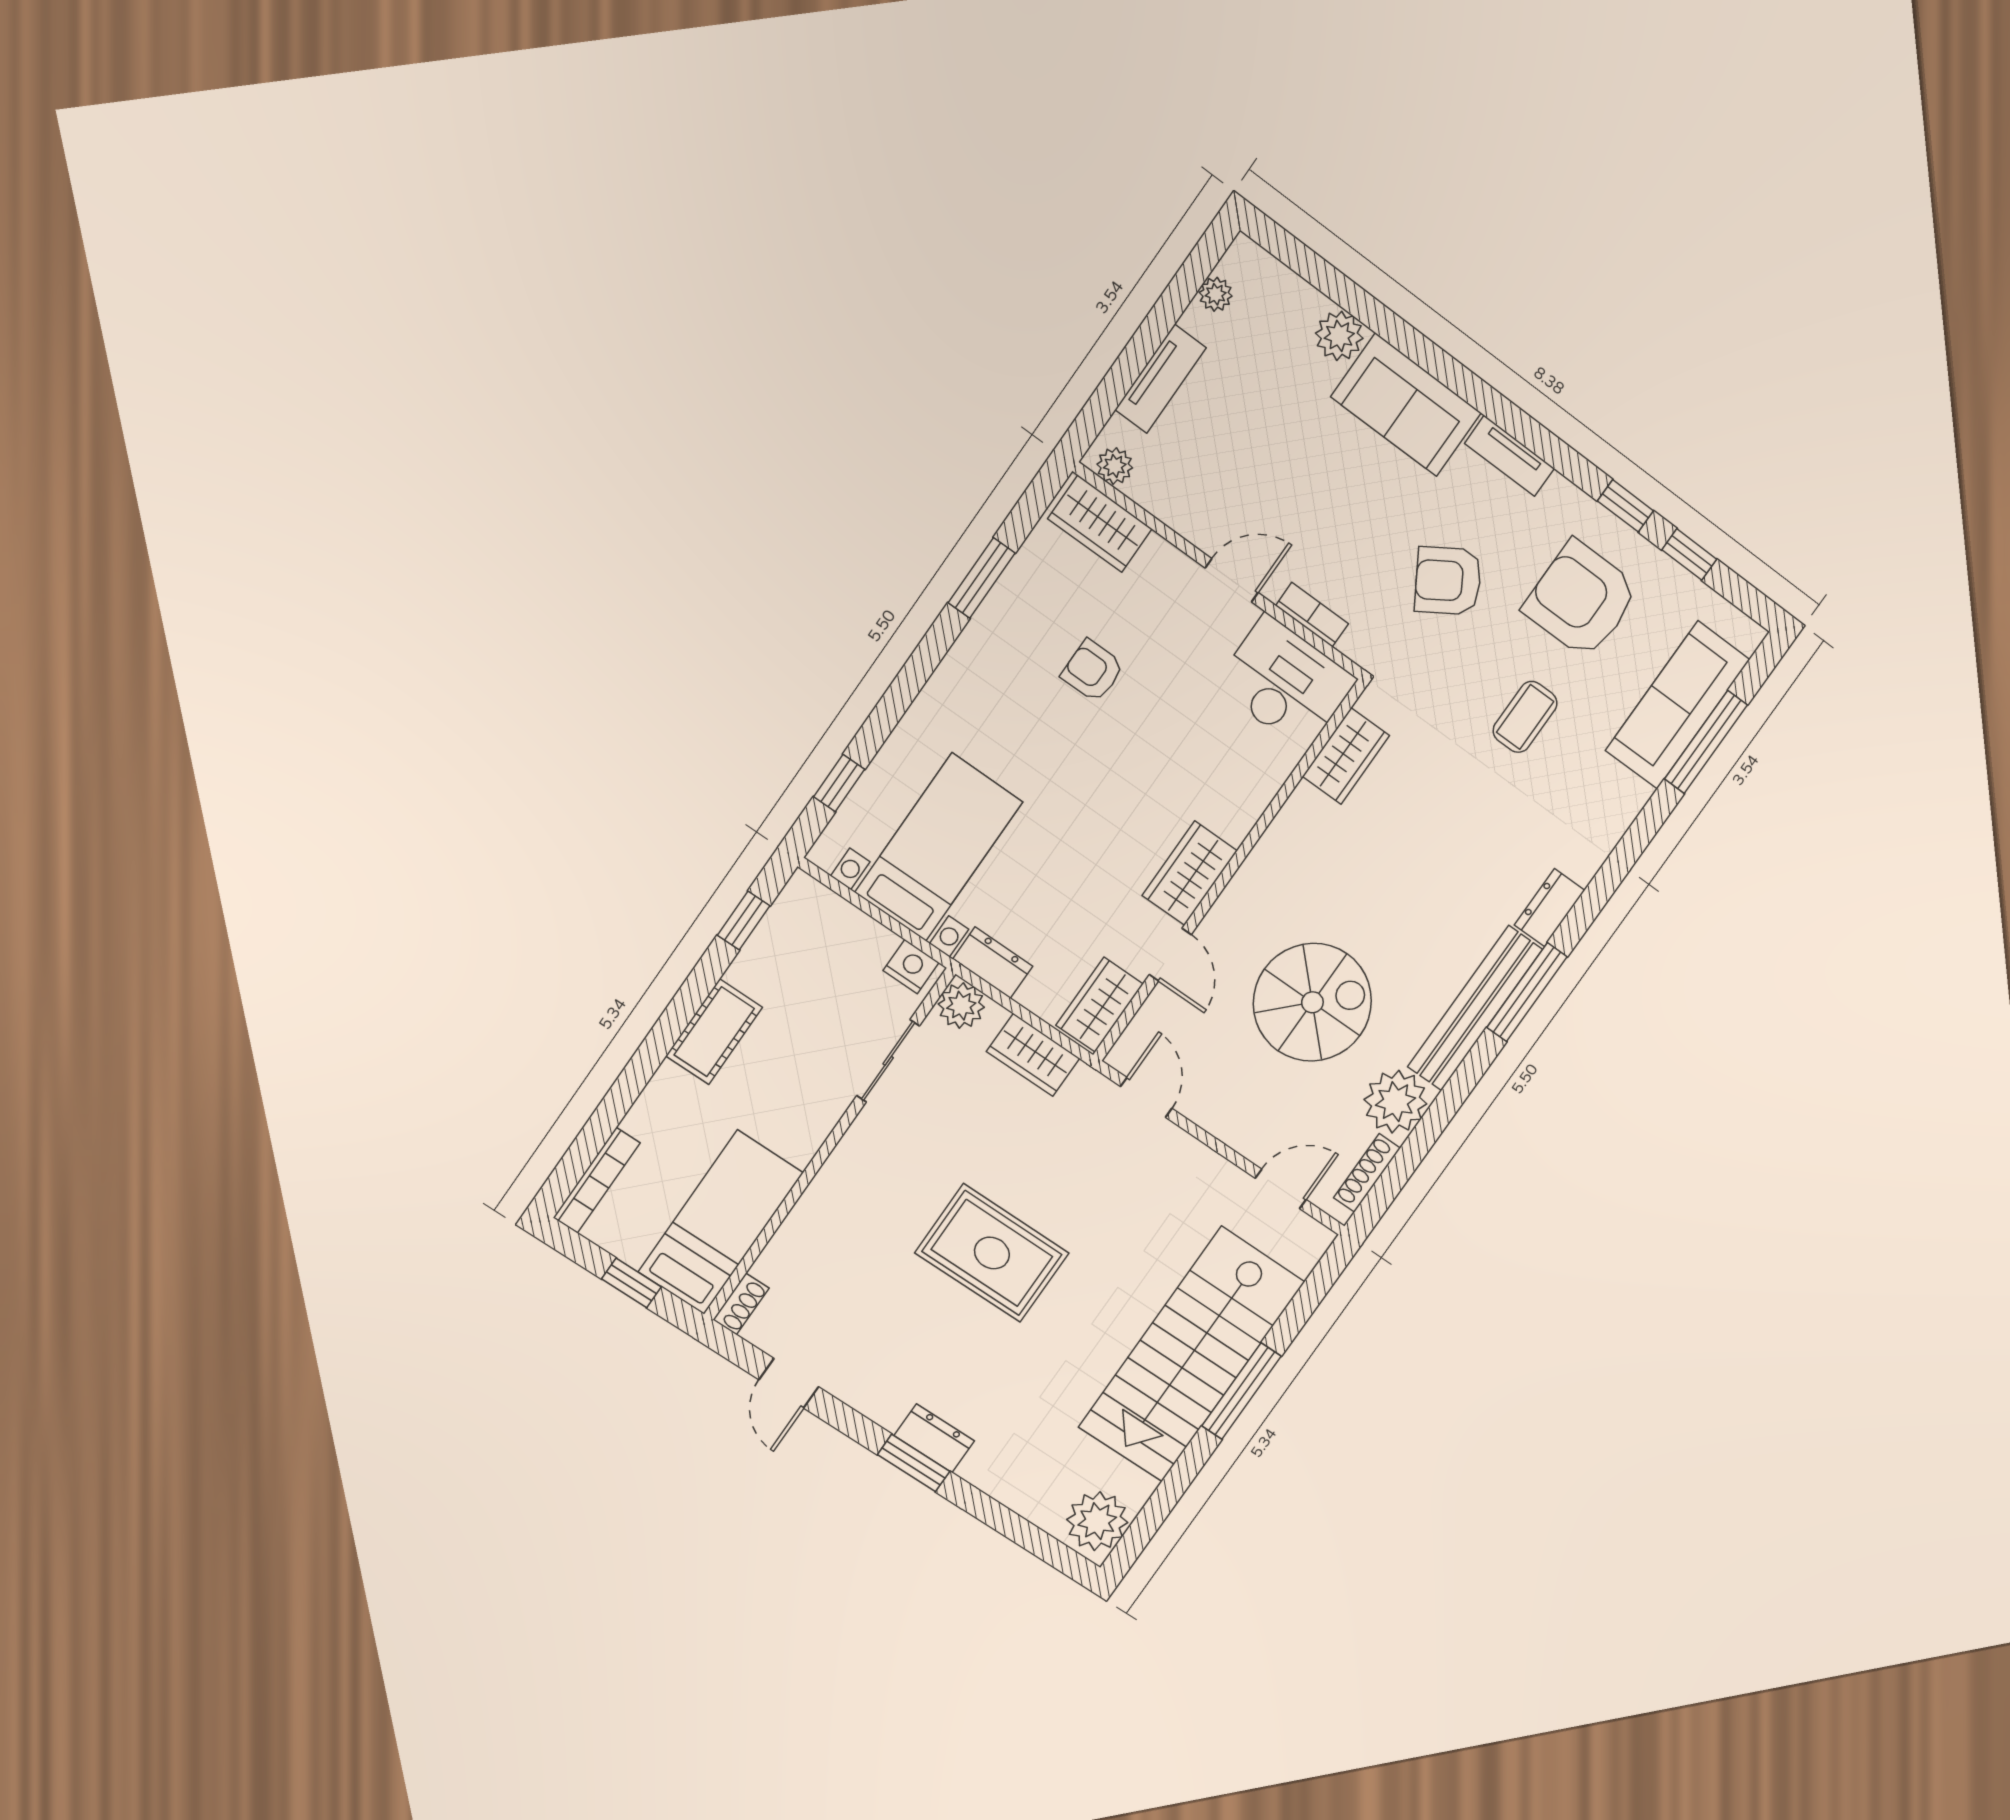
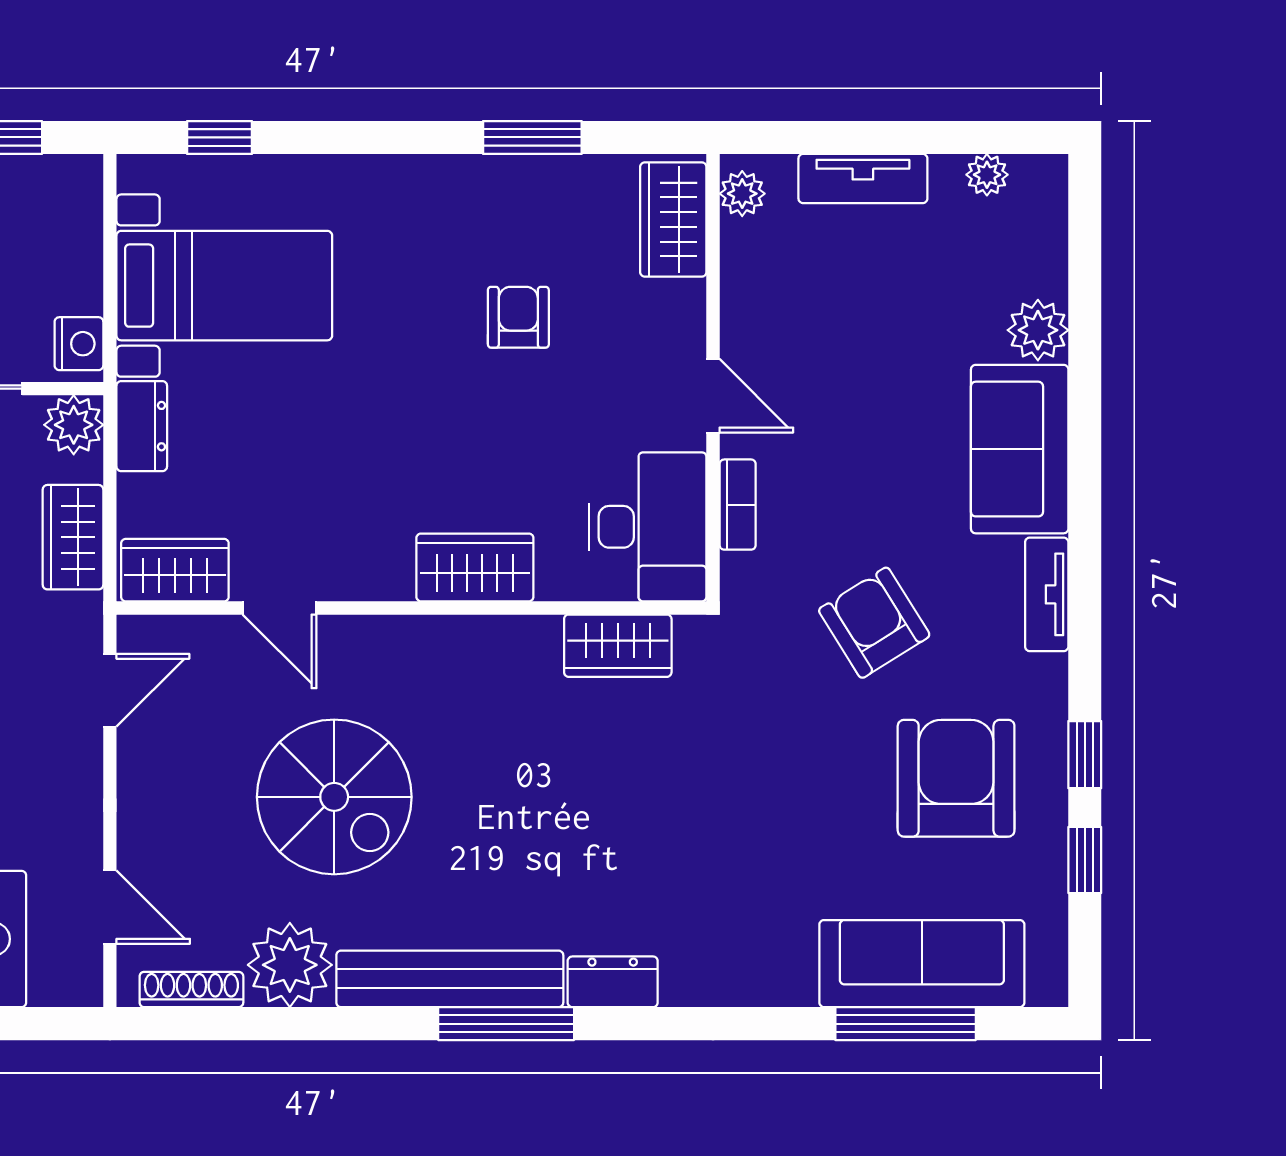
coffee table: (1525, 717) -> (793, 808), removed
wardrobe: (1190, 873) -> (475, 567), moved
door: (1170, 955) -> (280, 608), hinge flipped

